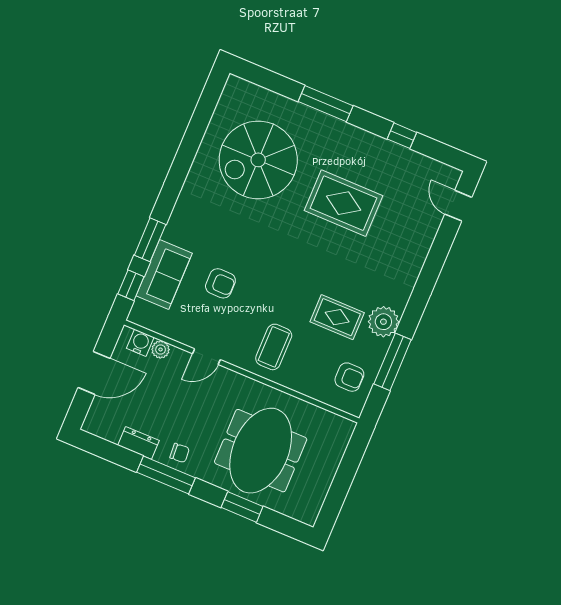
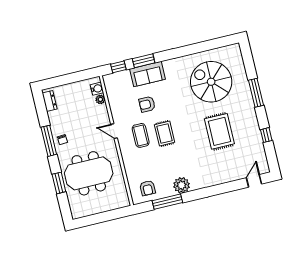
sofa: (164, 274) -> (148, 74), moved
armchair: (220, 283) -> (147, 104), turned 90
rug: (337, 317) -> (165, 133), moved
coffee table: (274, 347) -> (141, 135), moved, turned 90
door: (206, 357) -> (114, 131), moved
door: (94, 373) -> (70, 78), removed
dresser: (138, 443) -> (50, 101), moved

